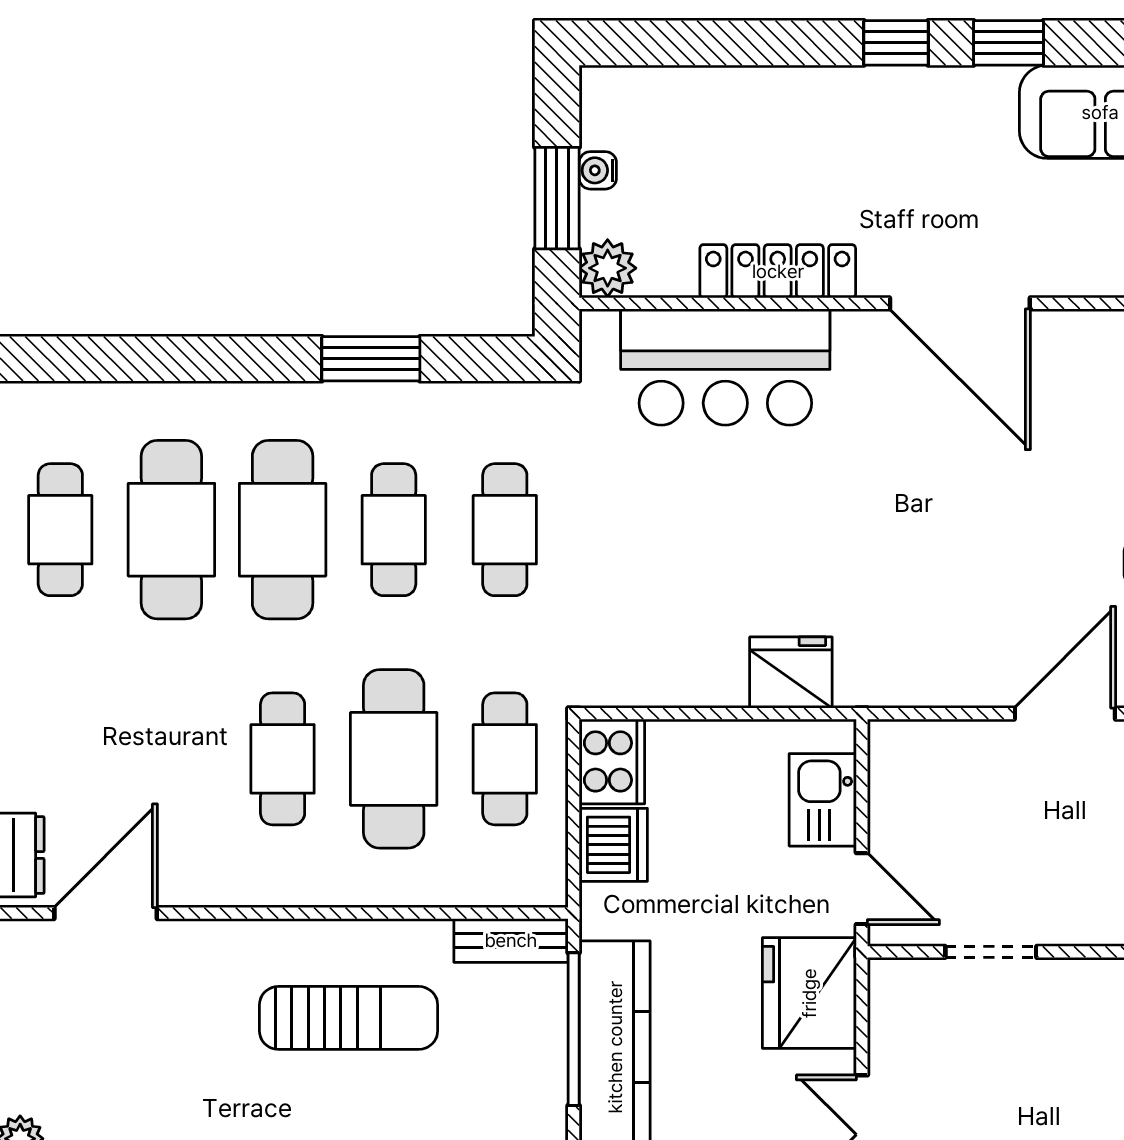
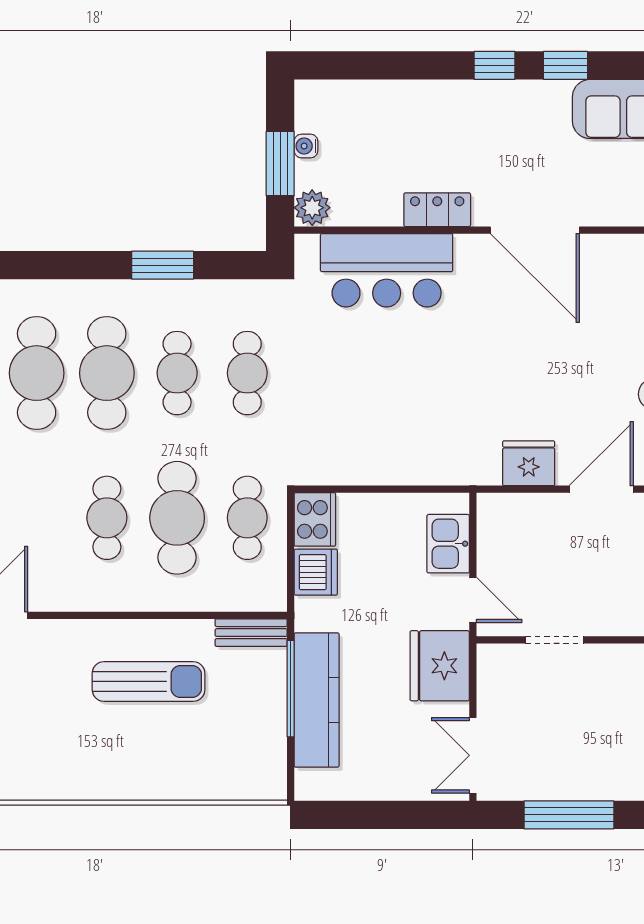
locker: (778, 271) -> (437, 210), width x0.66
fridge: (791, 673) -> (529, 463), moved

